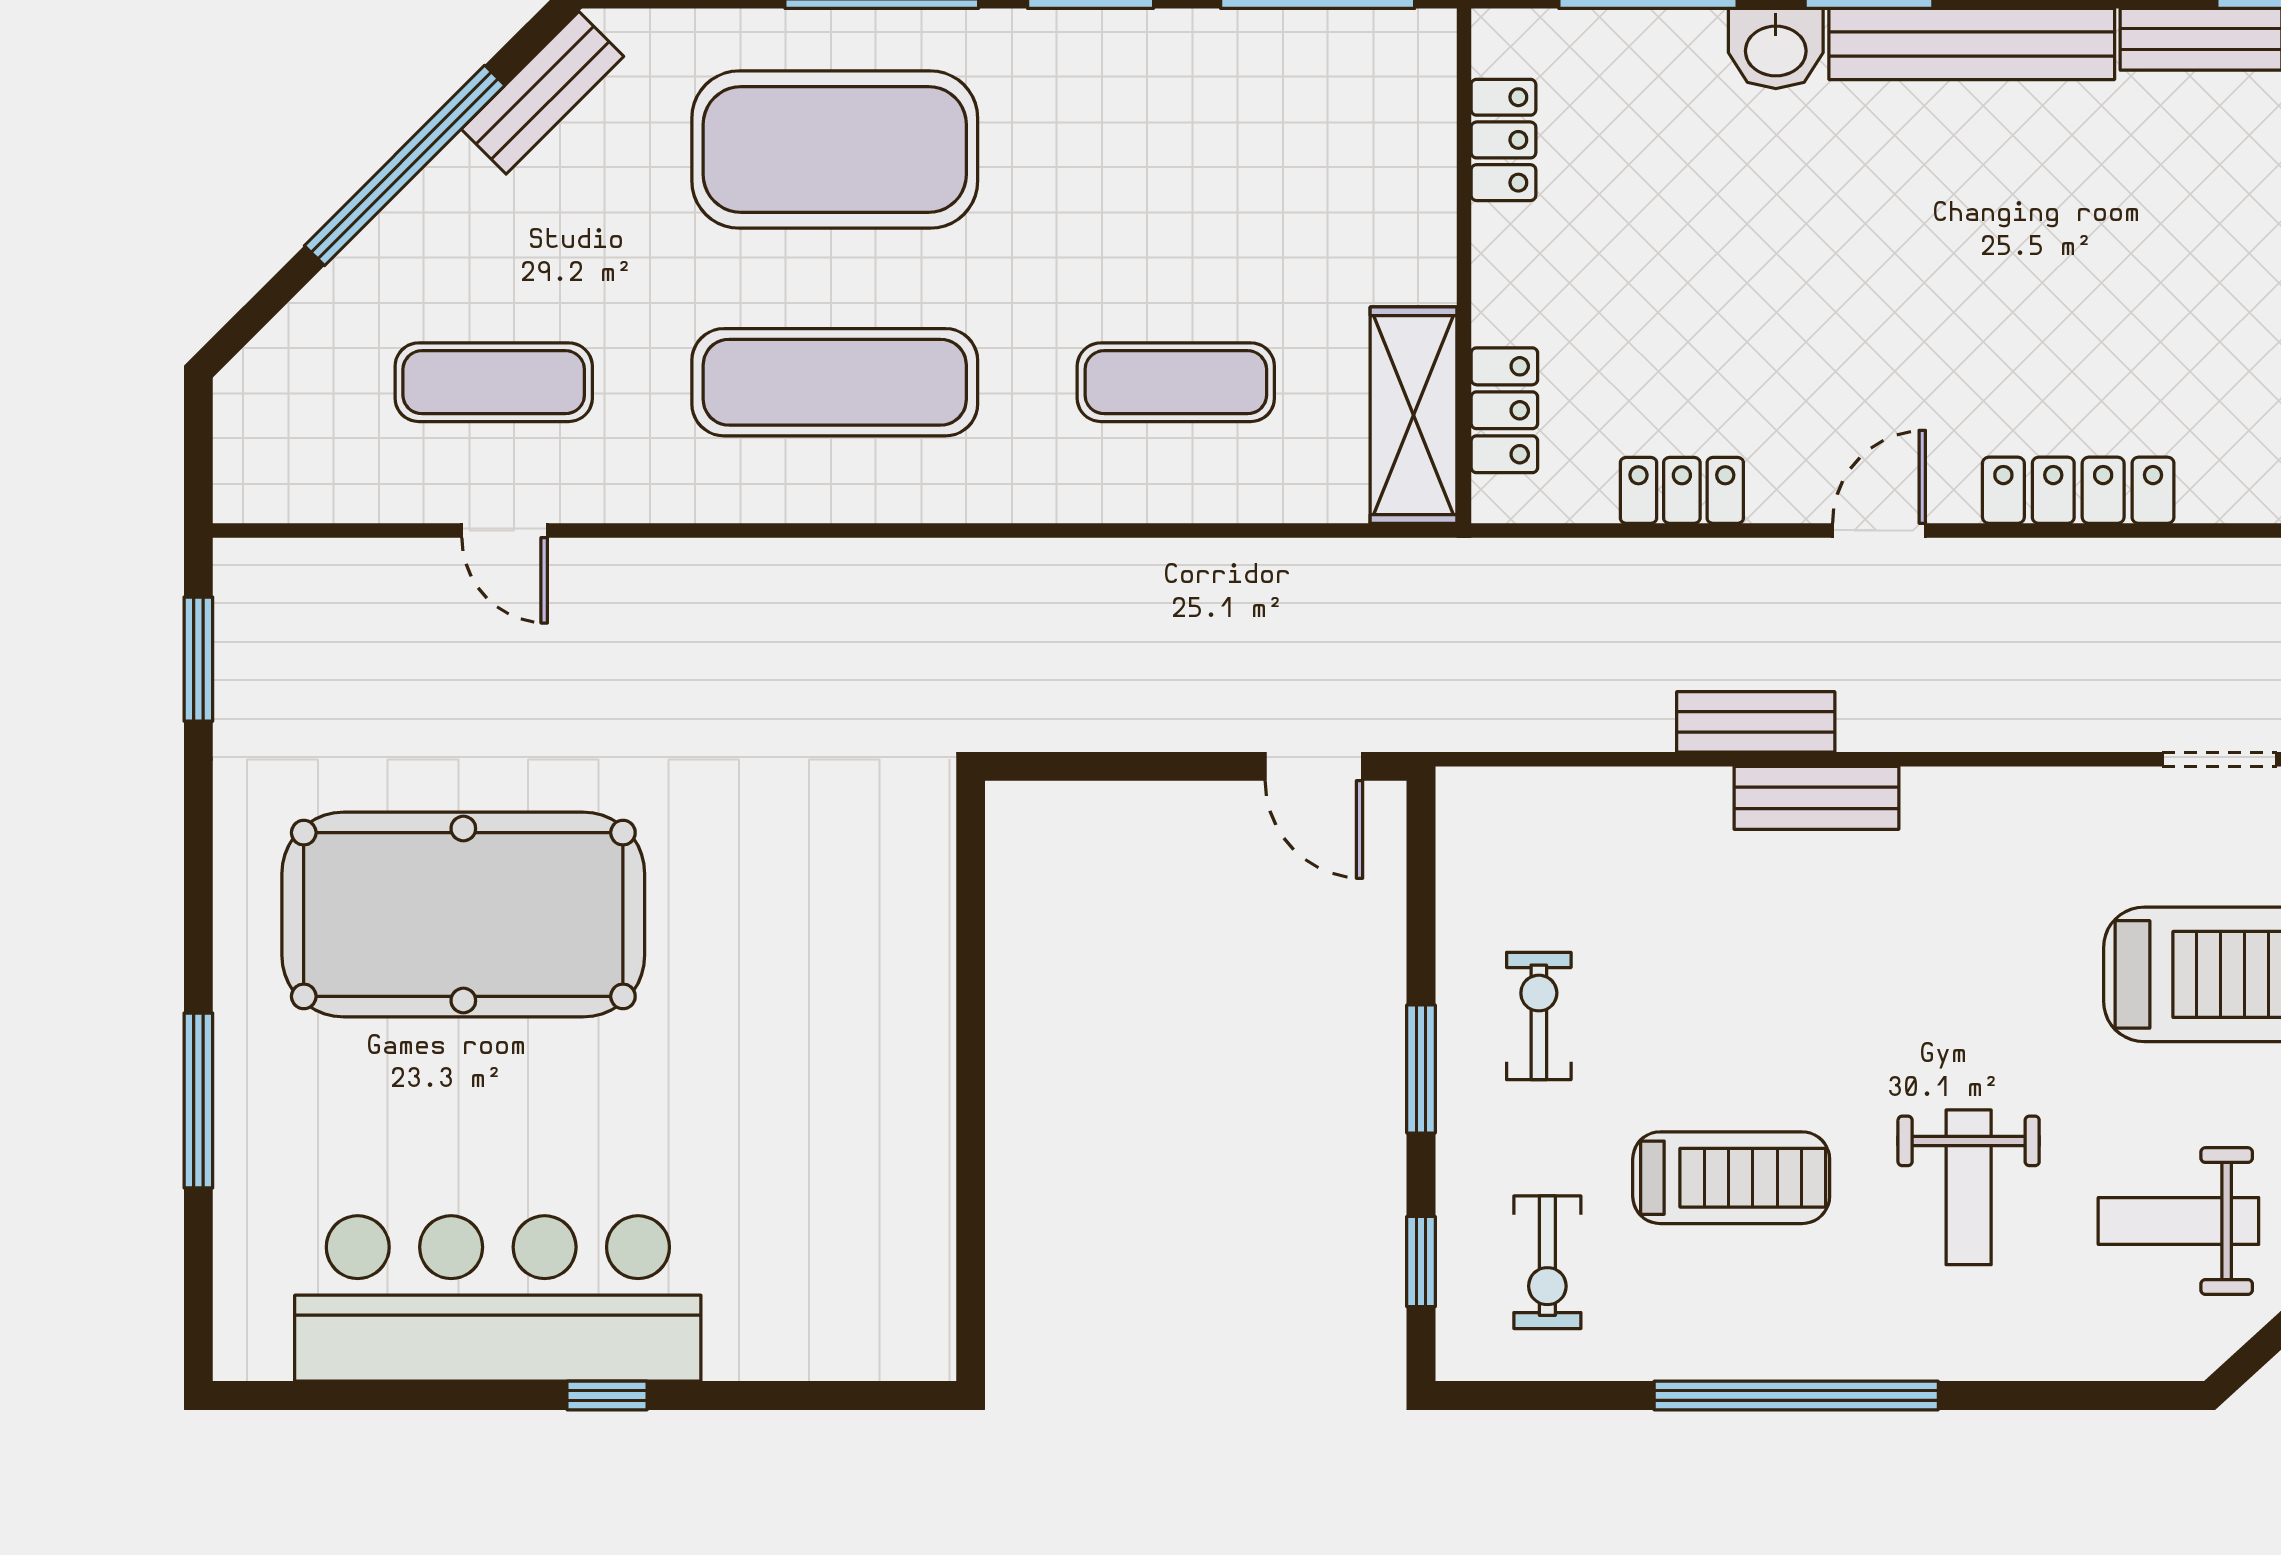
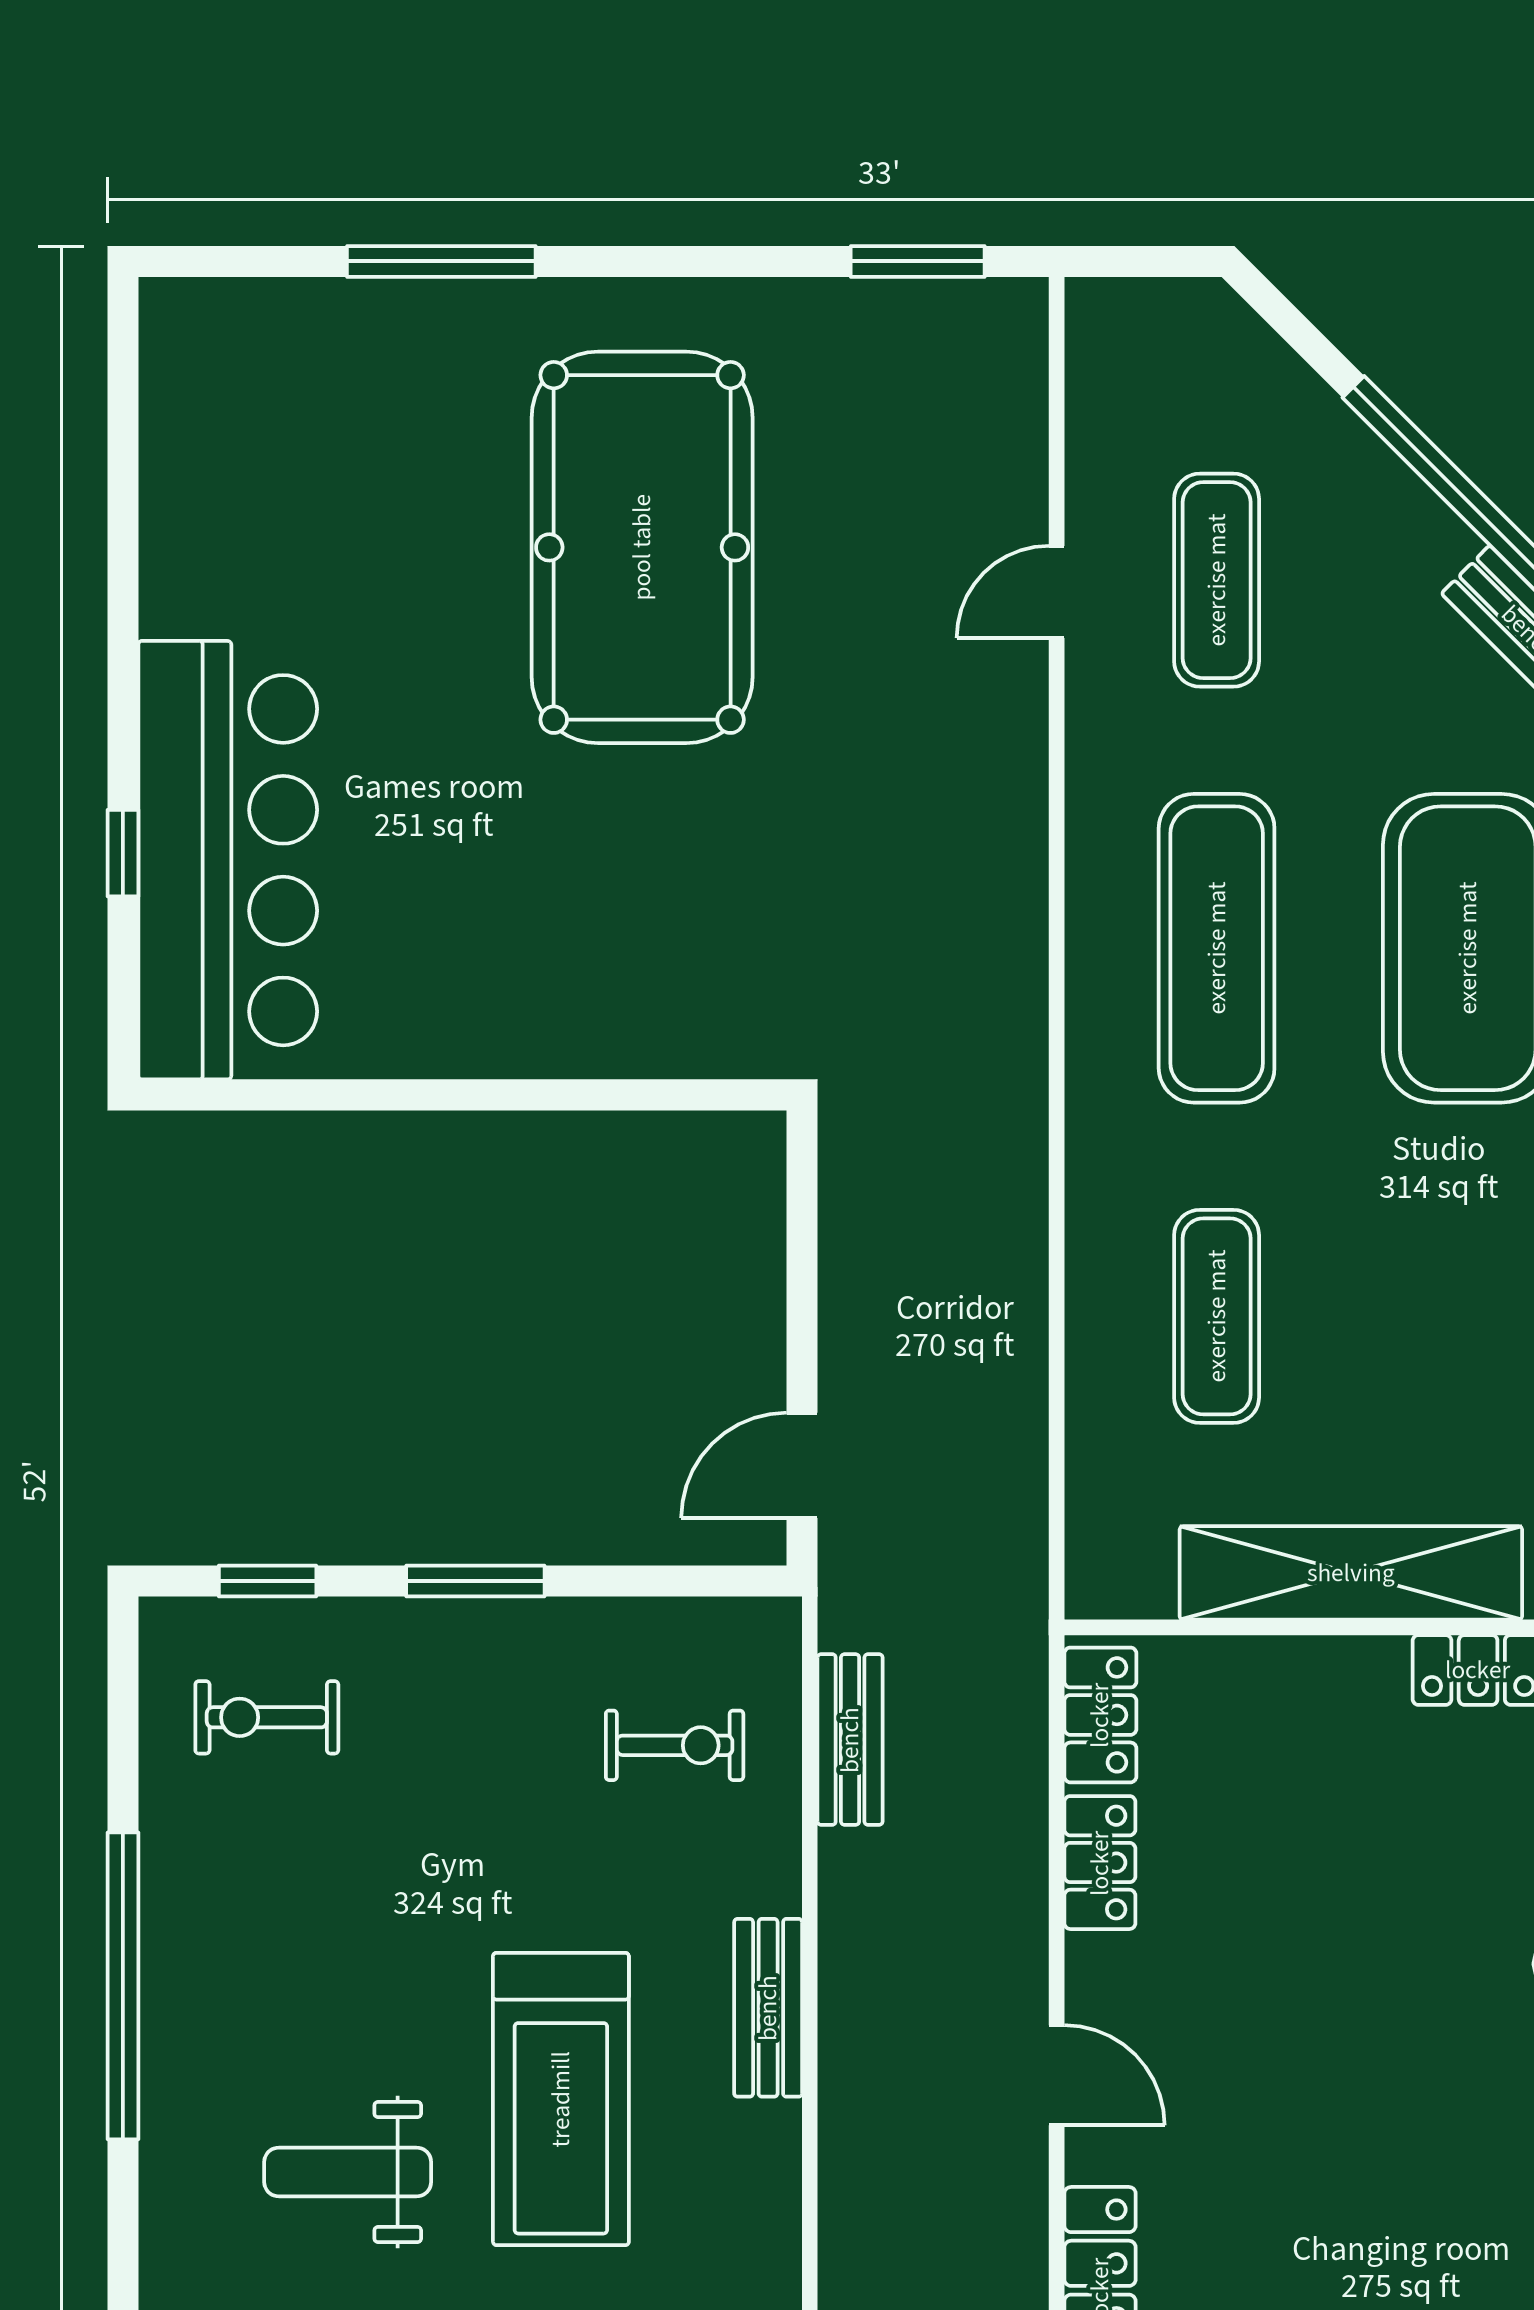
locker: (1504, 410) -> (1100, 1715), moved, turned -90
shelving: (1414, 415) -> (1351, 1573), moved, width x1.47
bench: (1756, 722) -> (850, 1740), moved
exercise bike: (1539, 1016) -> (675, 1745), moved
treadmill: (1731, 1178) -> (561, 2099), moved, width x1.37, depth x1.38
bar counter: (498, 1298) -> (228, 860), moved
window: (607, 1396) -> (123, 853), moved

